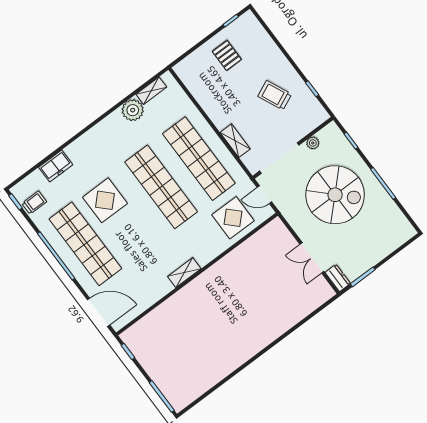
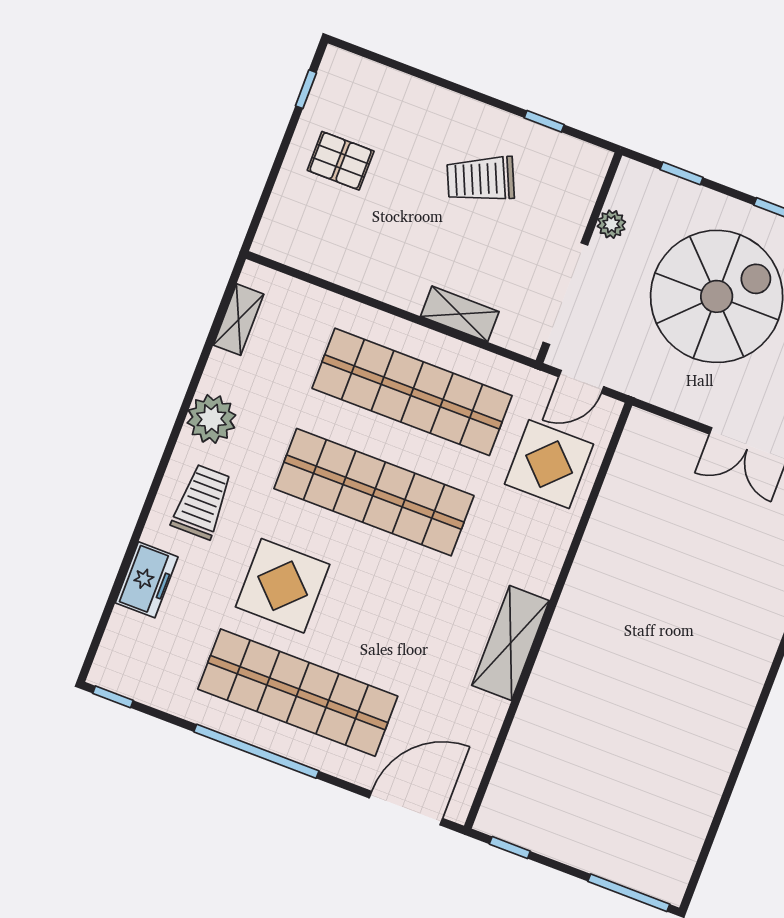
plant: (133, 110) -> (211, 419), moved
trolley: (34, 203) -> (202, 502), moved, width x1.36, depth x1.39
shelving: (184, 273) -> (511, 643), width x1.50, depth x1.33

